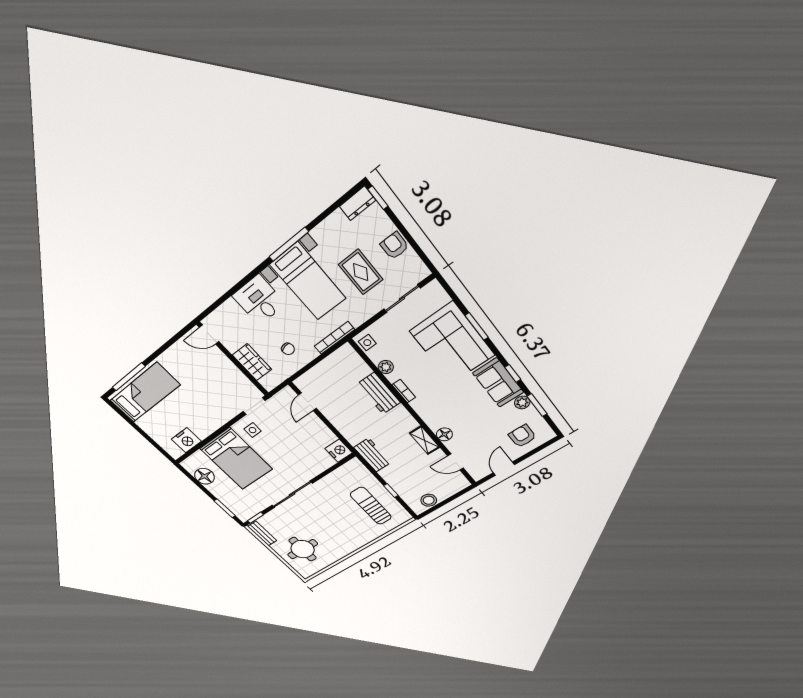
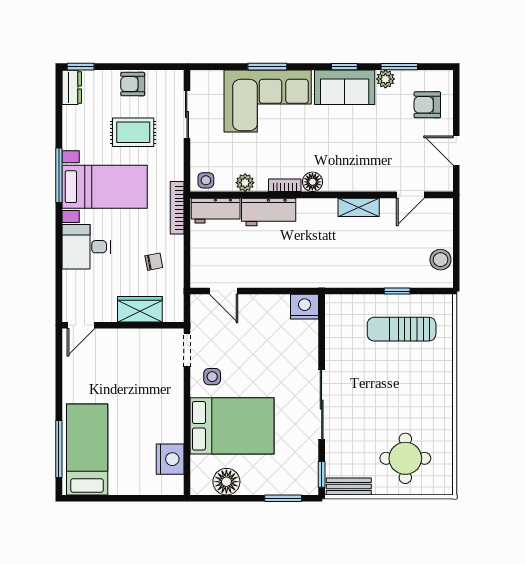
floor lamp: (444, 434) -> (312, 182), moved
workbench: (372, 455) -> (216, 211), moved, turned 180

